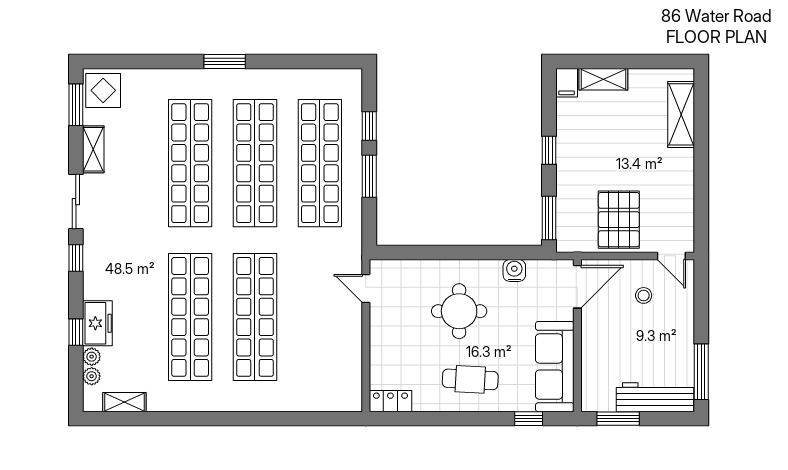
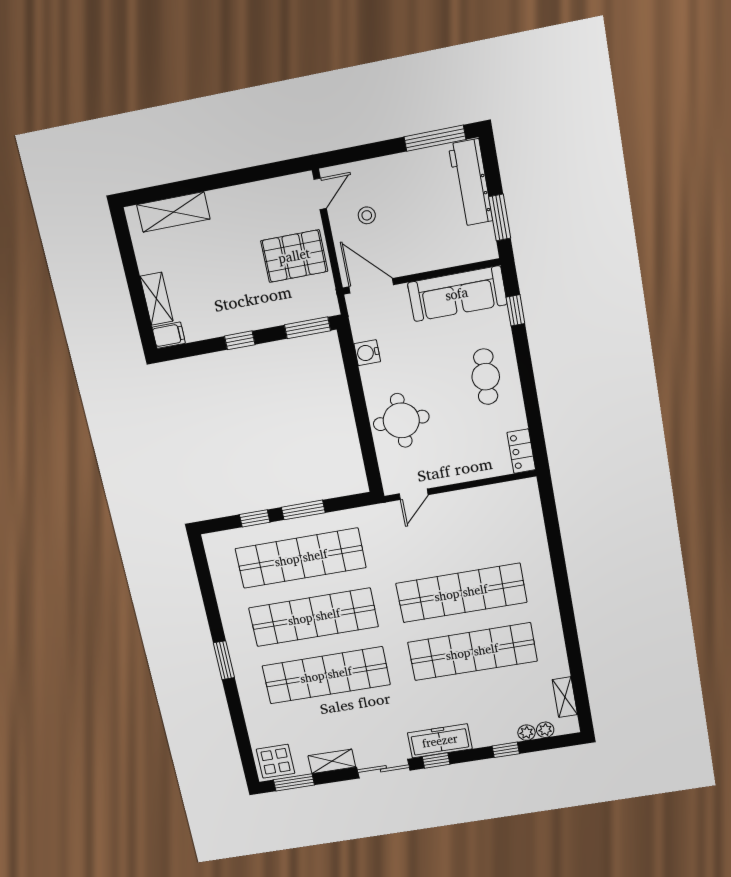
round table: (459, 311) -> (401, 420), moved
freezer: (97, 323) -> (440, 741), moved, width x1.40

